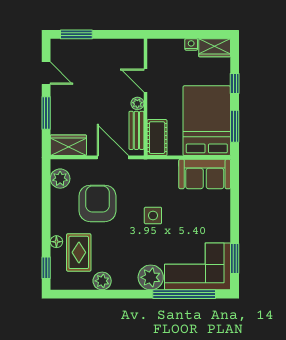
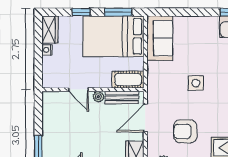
door: (145, 80) -> (78, 90), hinge flipped
armchair: (97, 203) -> (185, 131), width x0.73, depth x0.73

